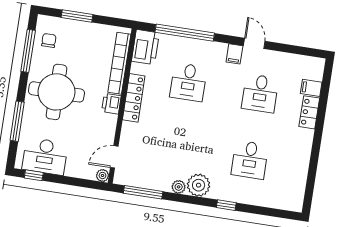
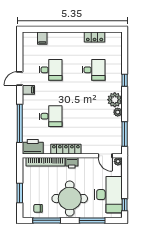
locker: (309, 112) -> (95, 37), moved
desk: (45, 156) -> (108, 195), width x1.36, depth x1.30

